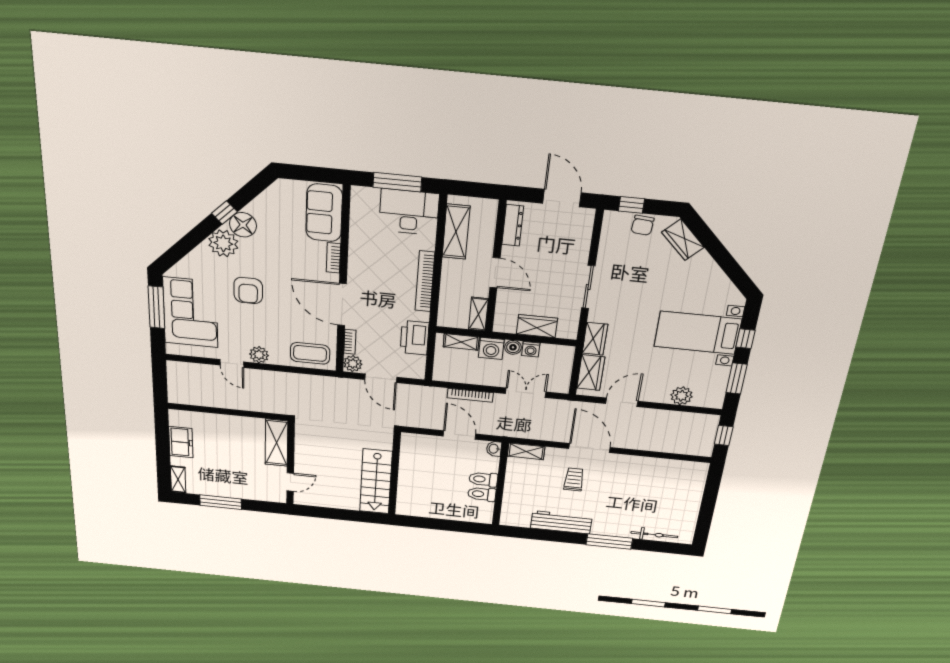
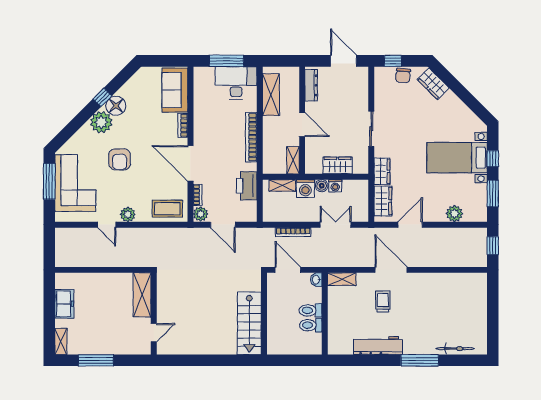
wall: (394, 474) -> (264, 314), moved
stairs: (376, 481) -> (249, 323), moved

